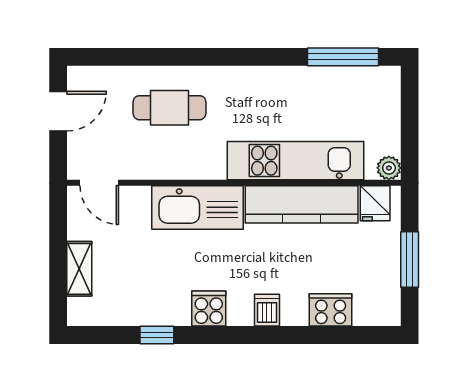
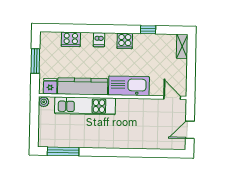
cafe table: (170, 108) -> (140, 130), removed
shelving: (79, 269) -> (182, 46), moved

